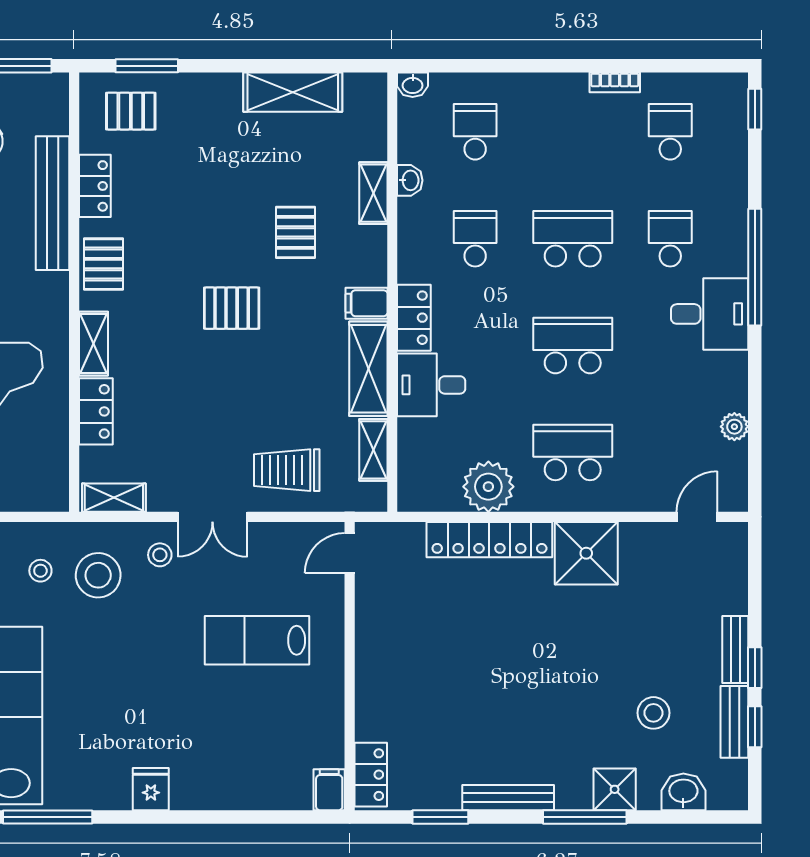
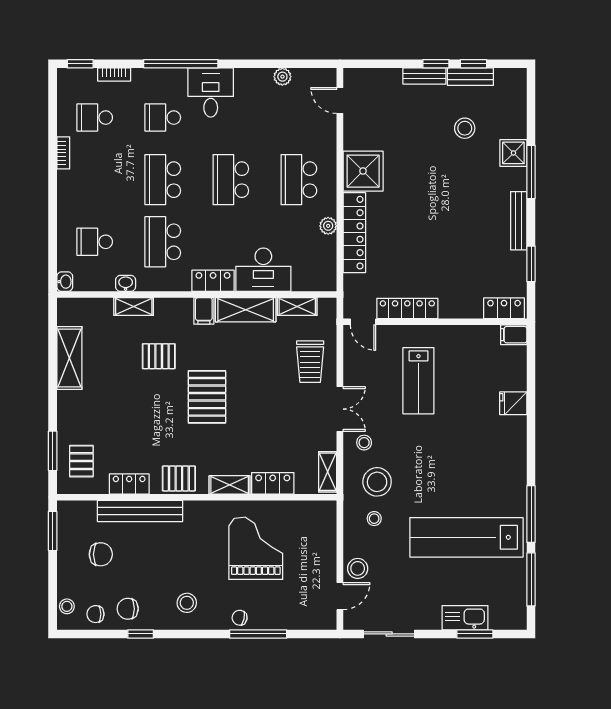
bookcase: (738, 162) -> (114, 74), added
school desk: (475, 239) -> (163, 242), width x1.85
pallet: (232, 308) -> (207, 397), width x1.50, depth x1.42
desk: (431, 385) -> (263, 270), width x1.37
plant: (488, 487) -> (328, 226), width x0.53, depth x0.53
locker: (370, 623) -> (407, 308), added
fridge: (151, 789) -> (513, 403), moved
washbasin: (683, 792) -> (515, 109), removed

